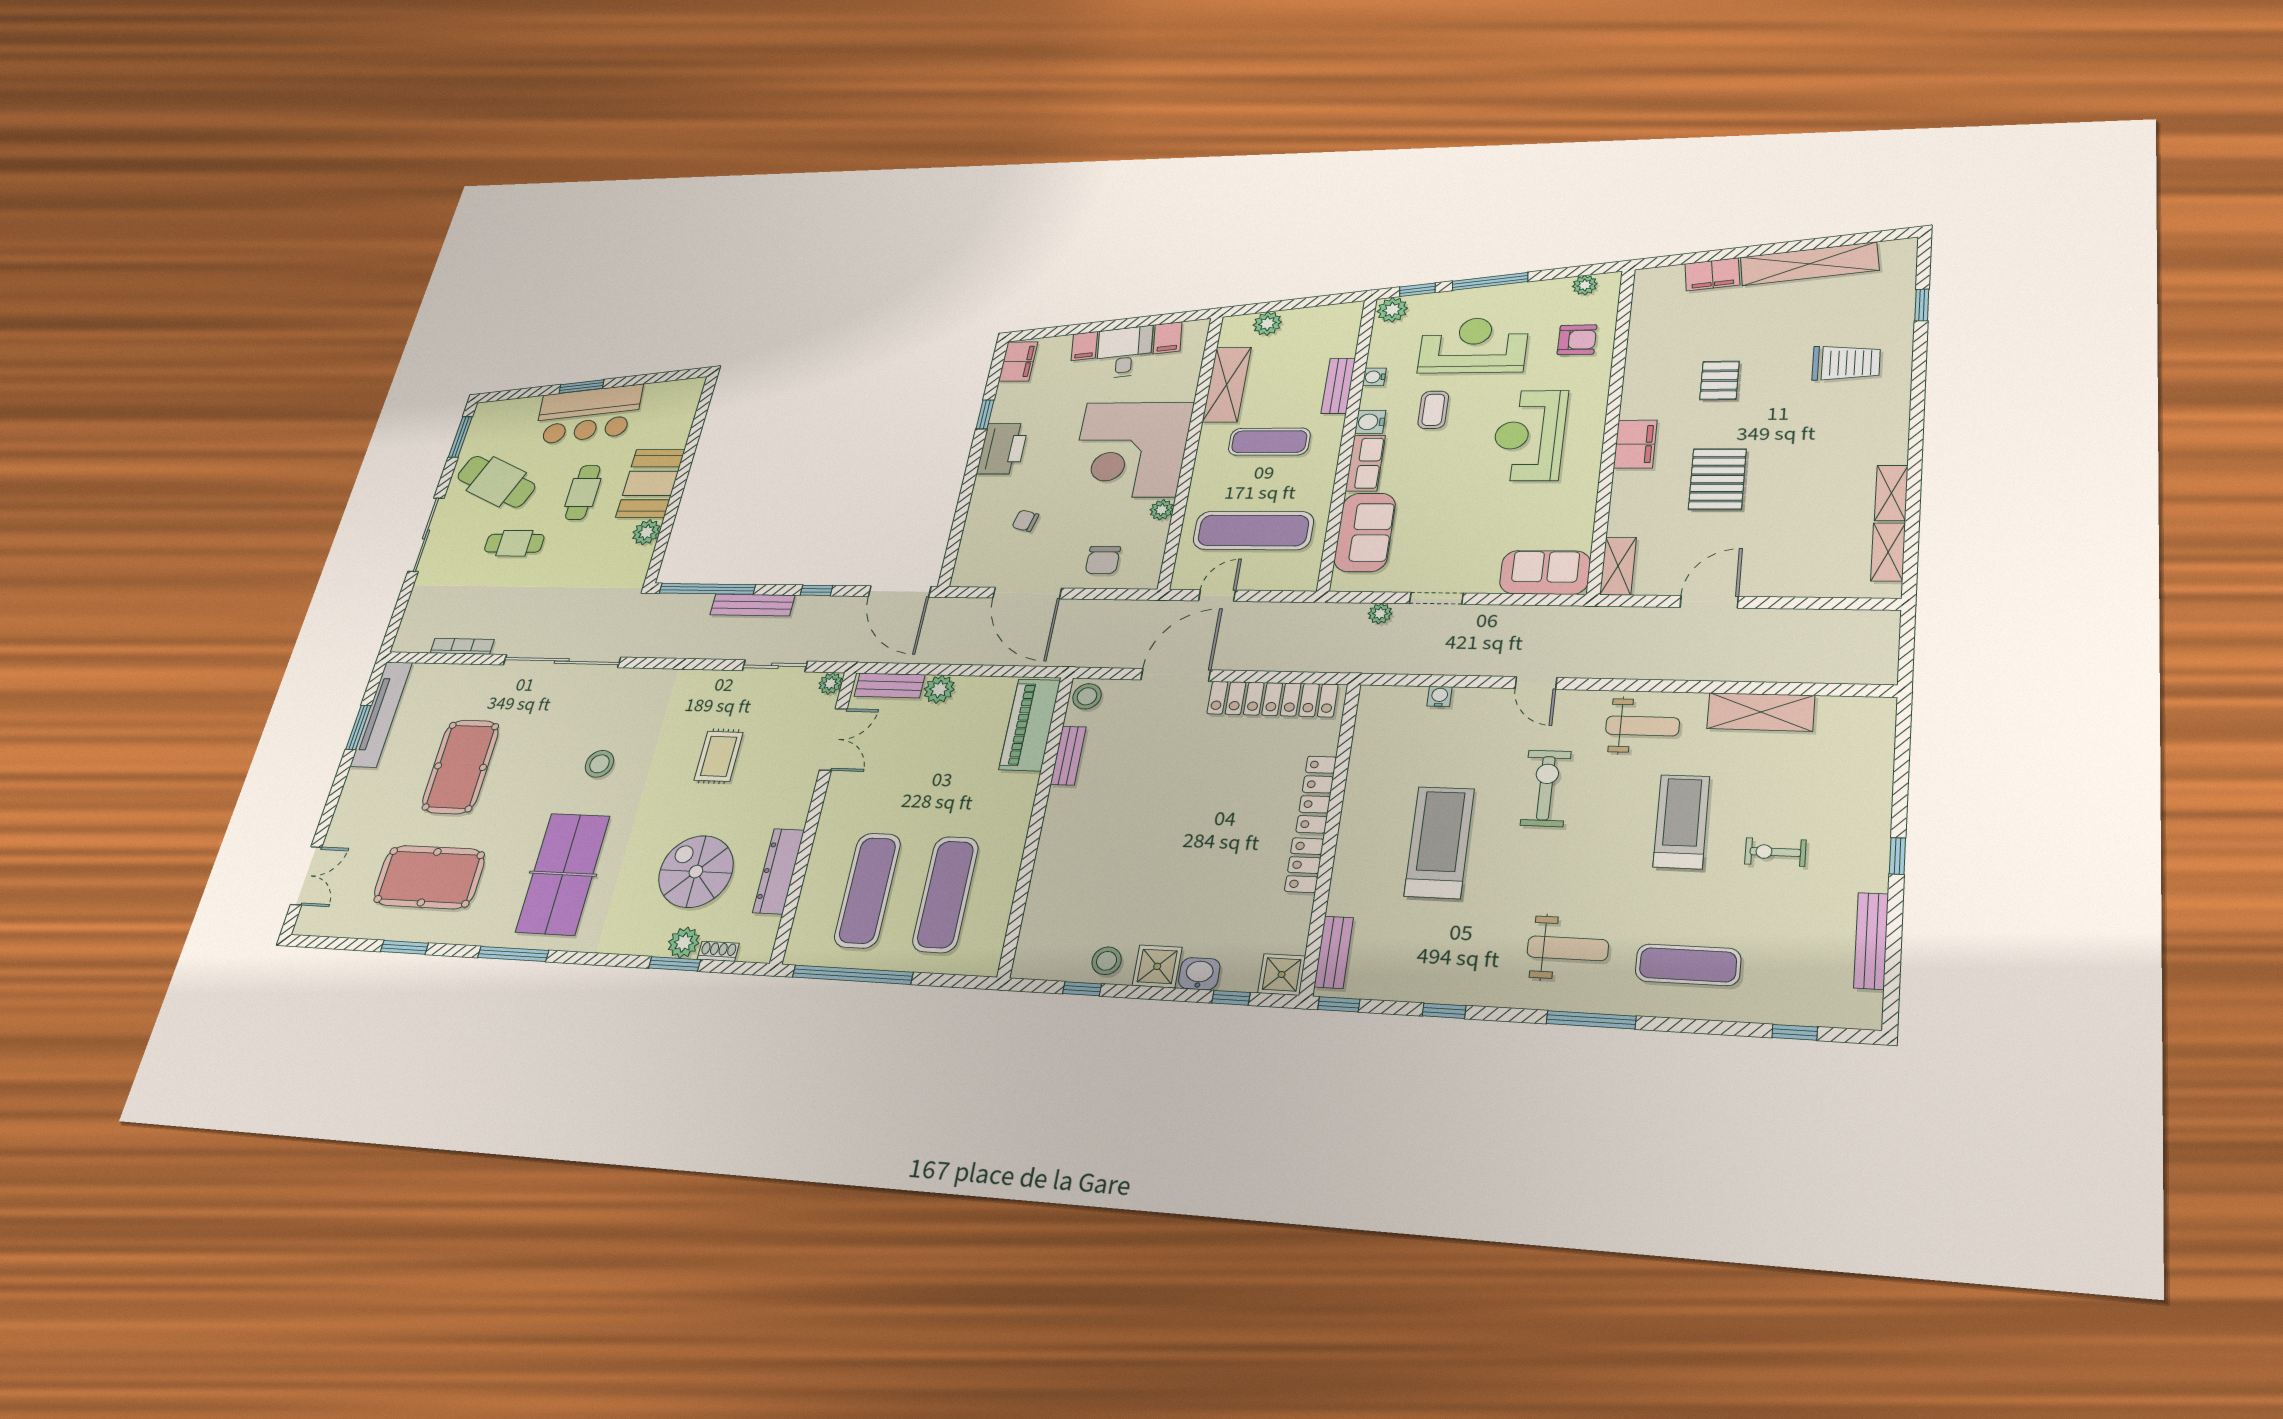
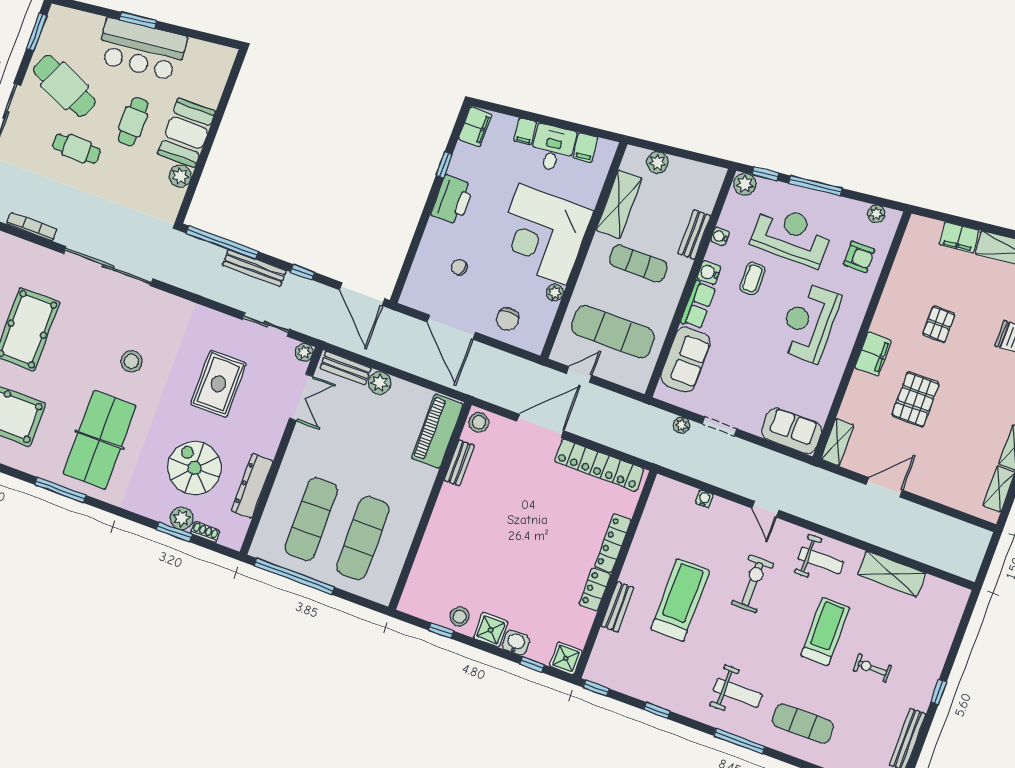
rug: (719, 756) -> (218, 384), width x1.36, depth x1.43
bench: (1334, 952) -> (617, 607), moved

